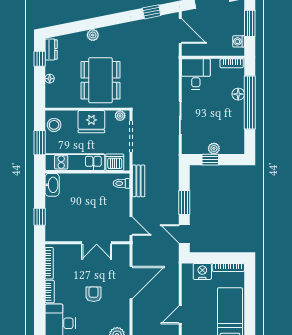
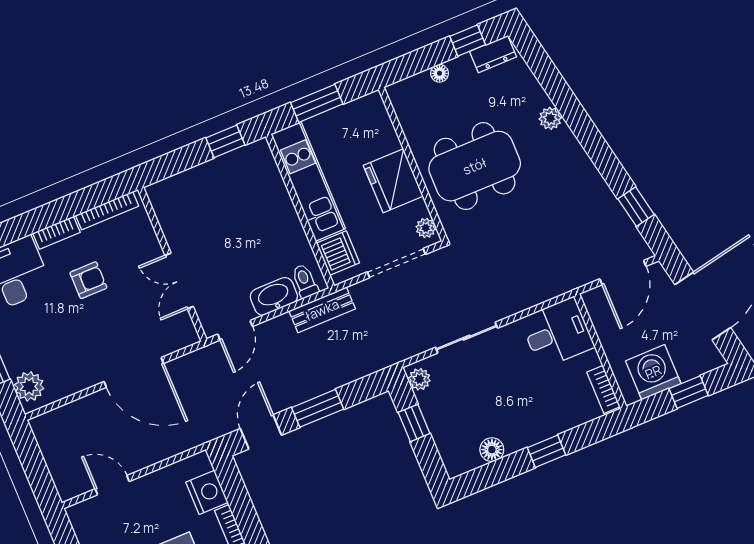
window: (250, 23) -> (689, 392), width x0.67
washing machine: (239, 41) -> (653, 372), width x1.89, depth x1.89
floor lamp: (238, 94) -> (492, 450), moved
window: (250, 102) -> (547, 451), width x0.32
stool: (54, 125) -> (360, 116), removed
plant: (214, 148) -> (419, 379), moved
washbasin: (52, 185) -> (274, 296), moved, turned 180
window: (40, 217) -> (225, 141), moved
armchair: (94, 294) -> (88, 280), moved

